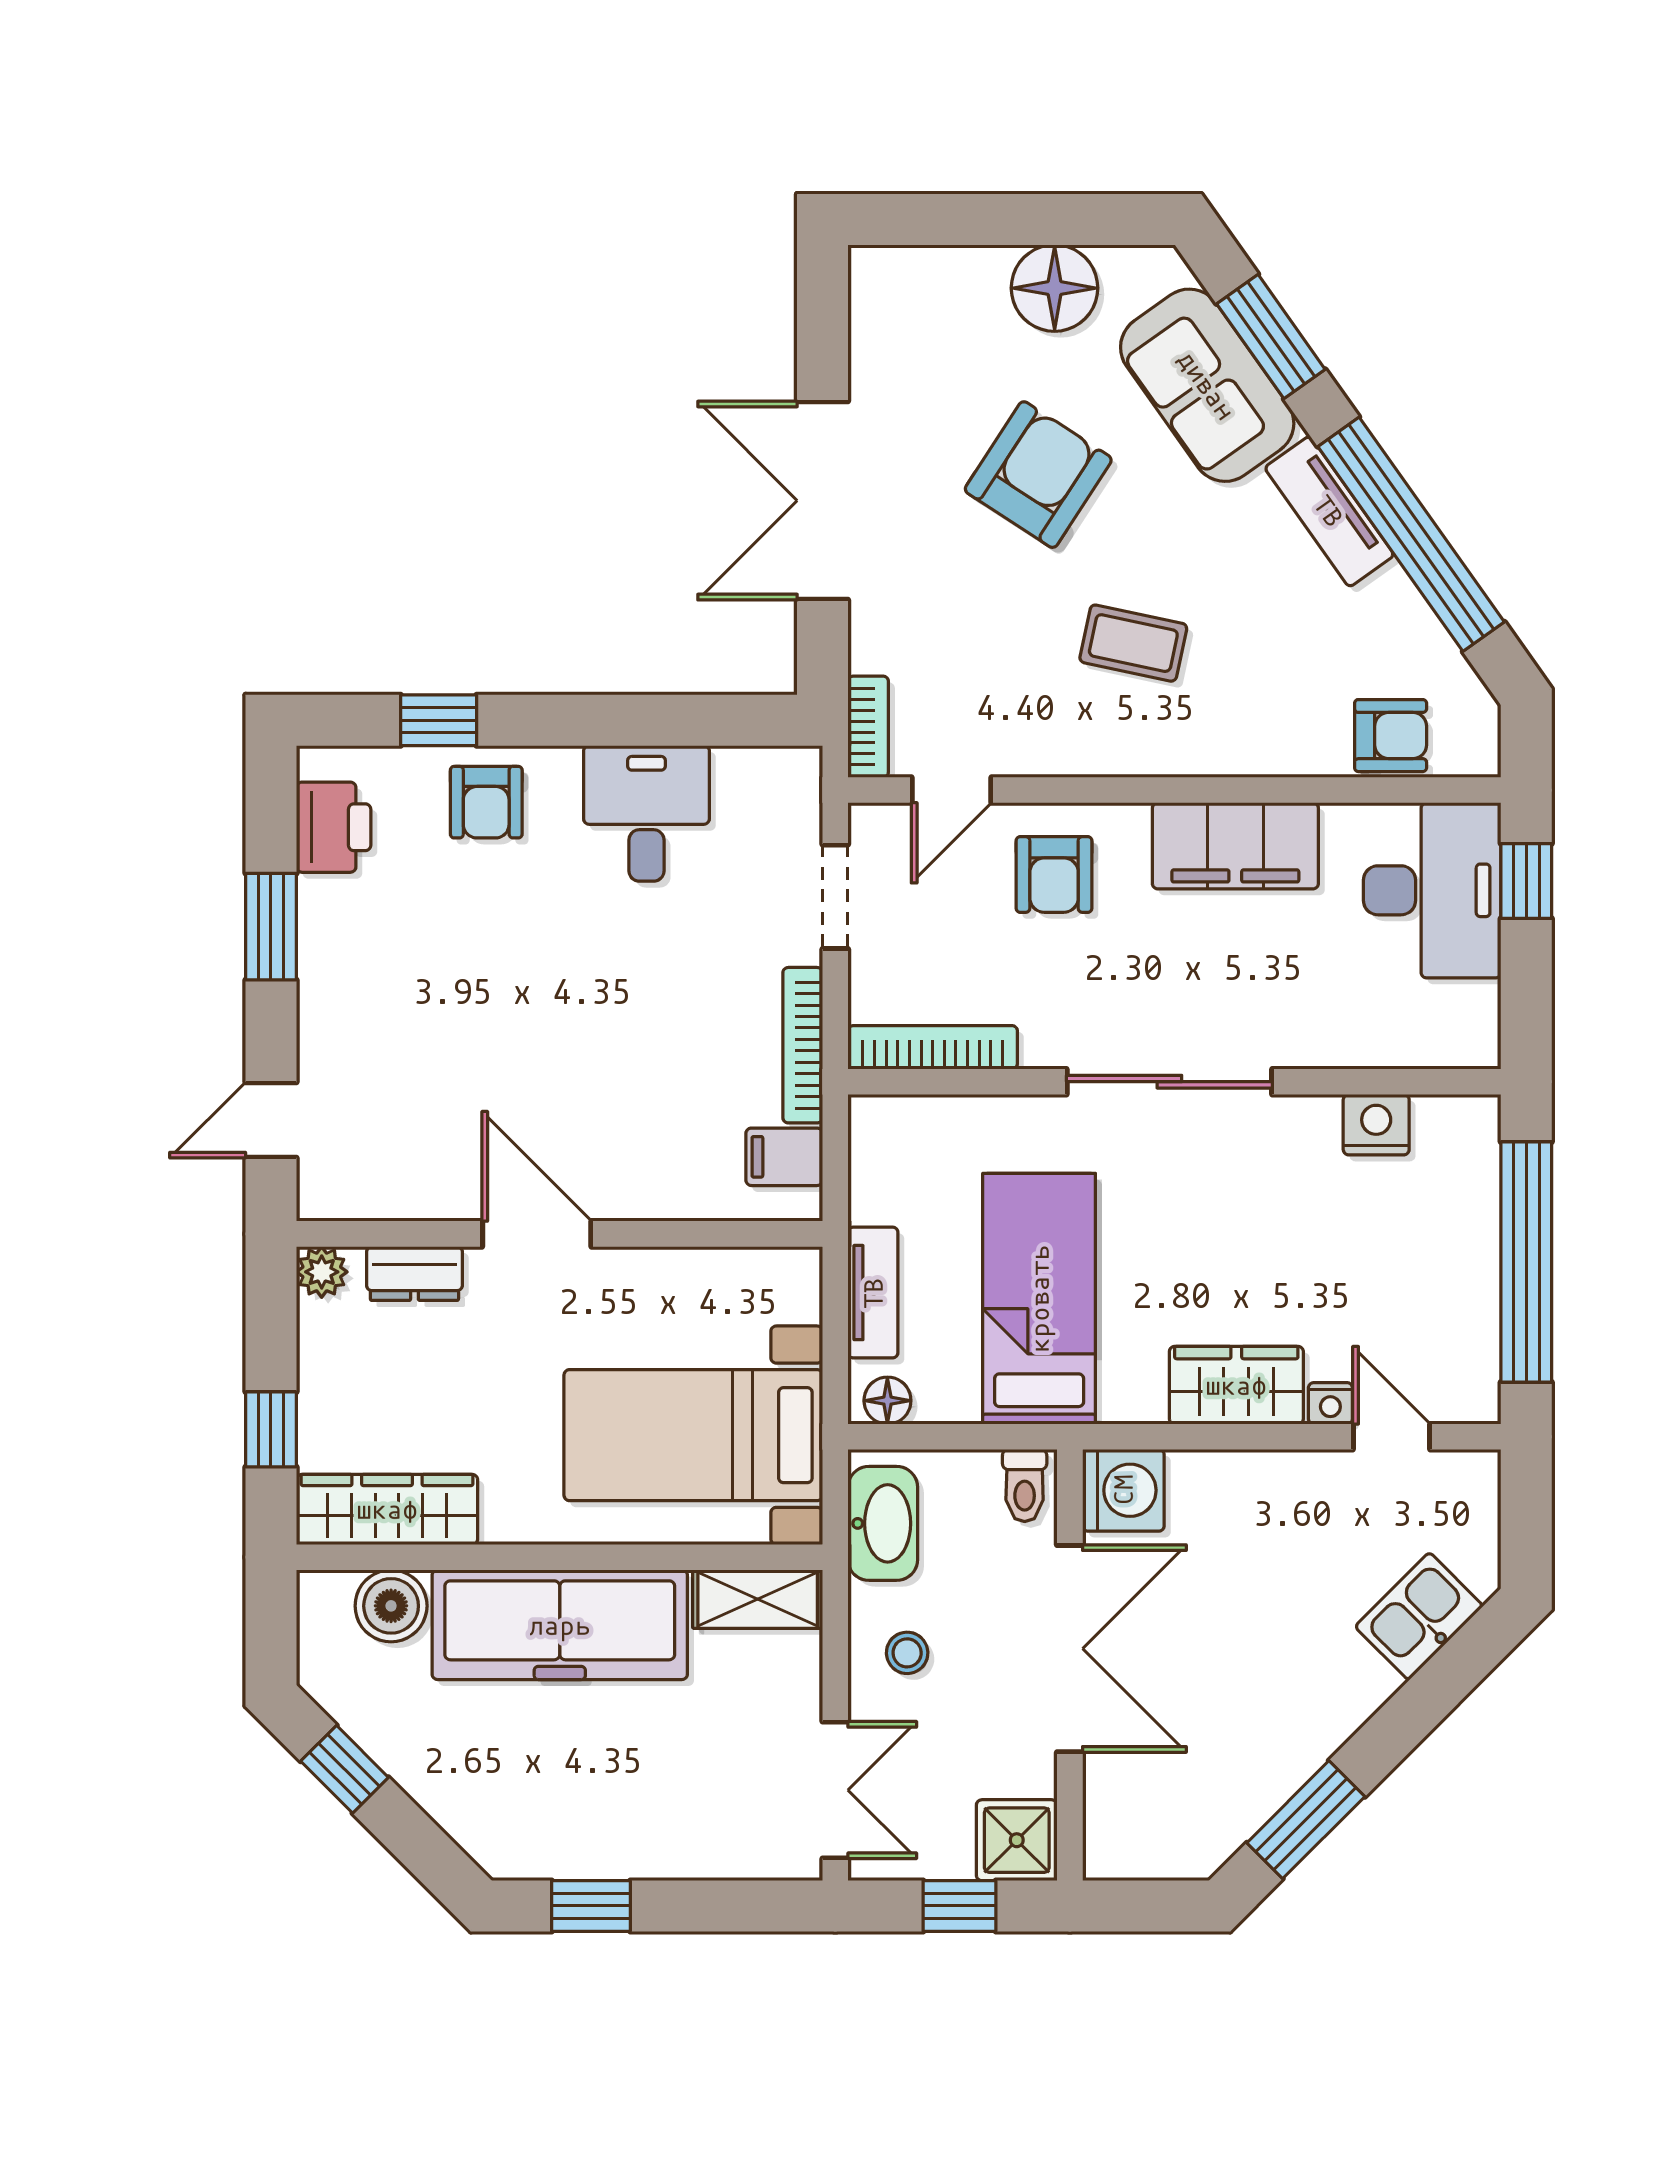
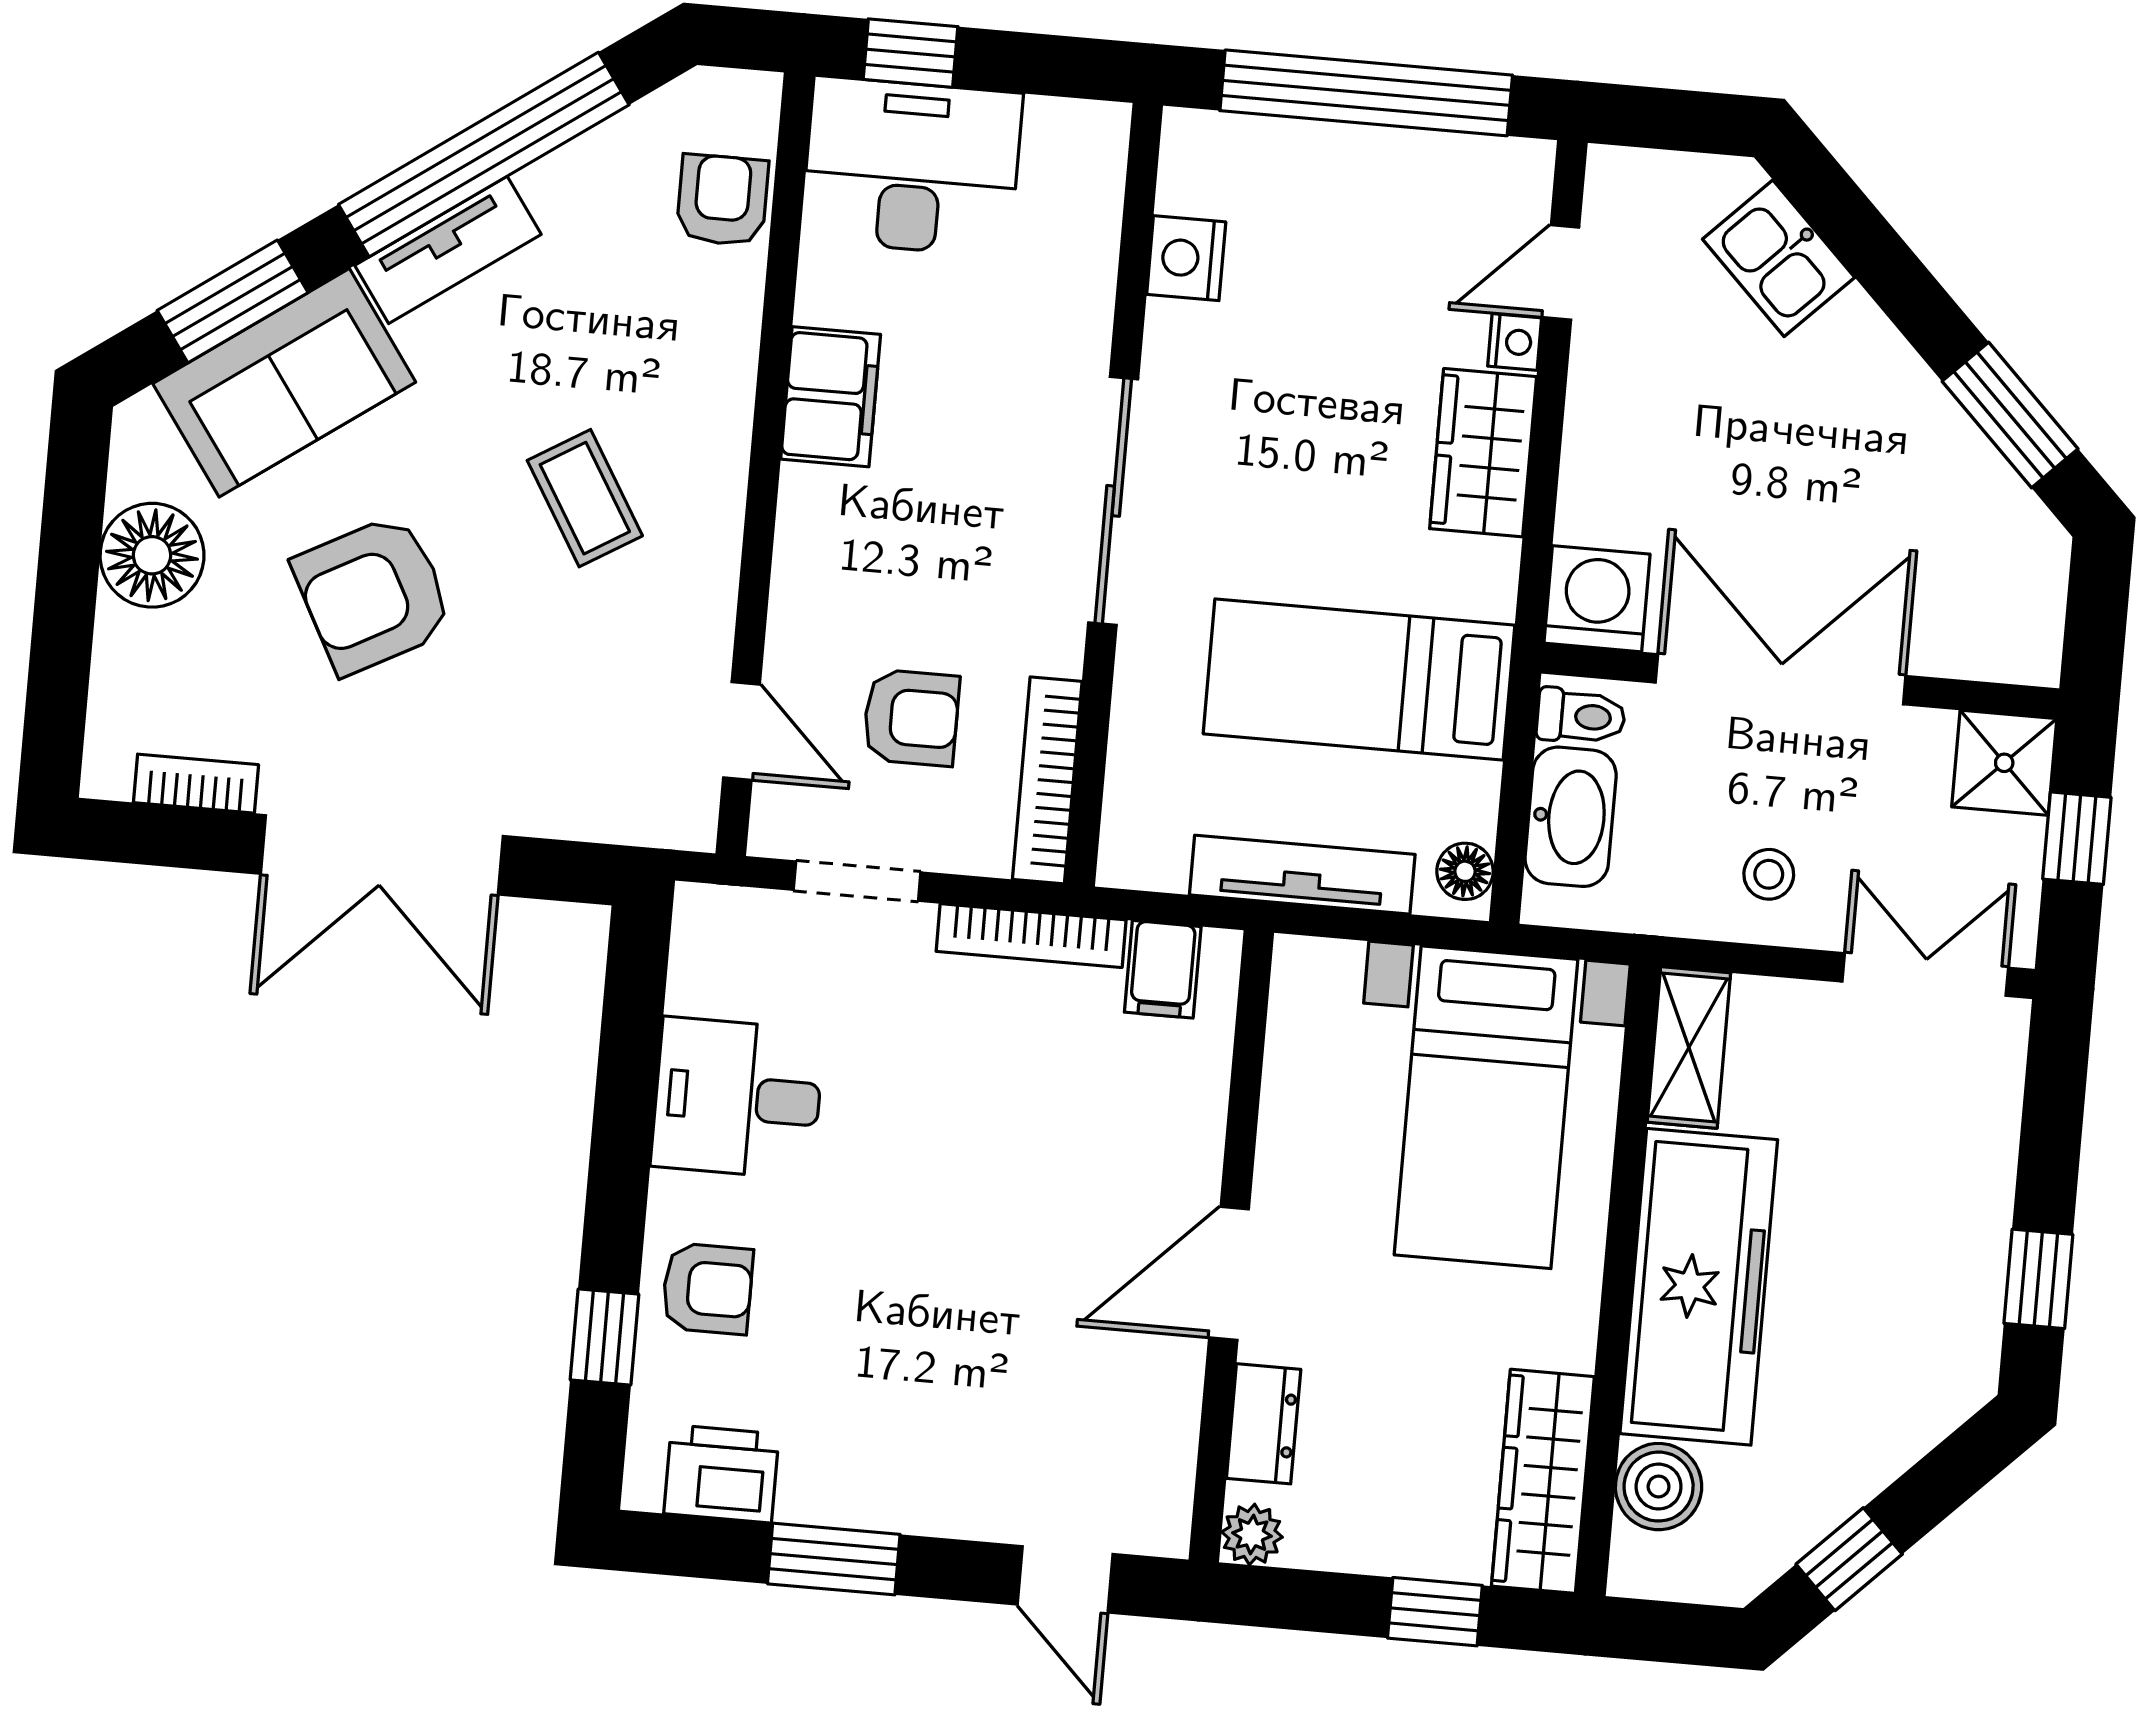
armchair: (1038, 475) -> (373, 594), turned -61
coffee table: (1133, 643) -> (585, 498), turned -43
bookcase: (868, 727) -> (196, 784), moved
filing cabinet: (1235, 846) -> (831, 397), width x0.67, depth x0.86
armchair: (1054, 874) -> (911, 718), moved
tv unit: (873, 1293) -> (1302, 875), width x1.41
washbasin: (883, 1523) -> (1571, 817), moved, turned 90

